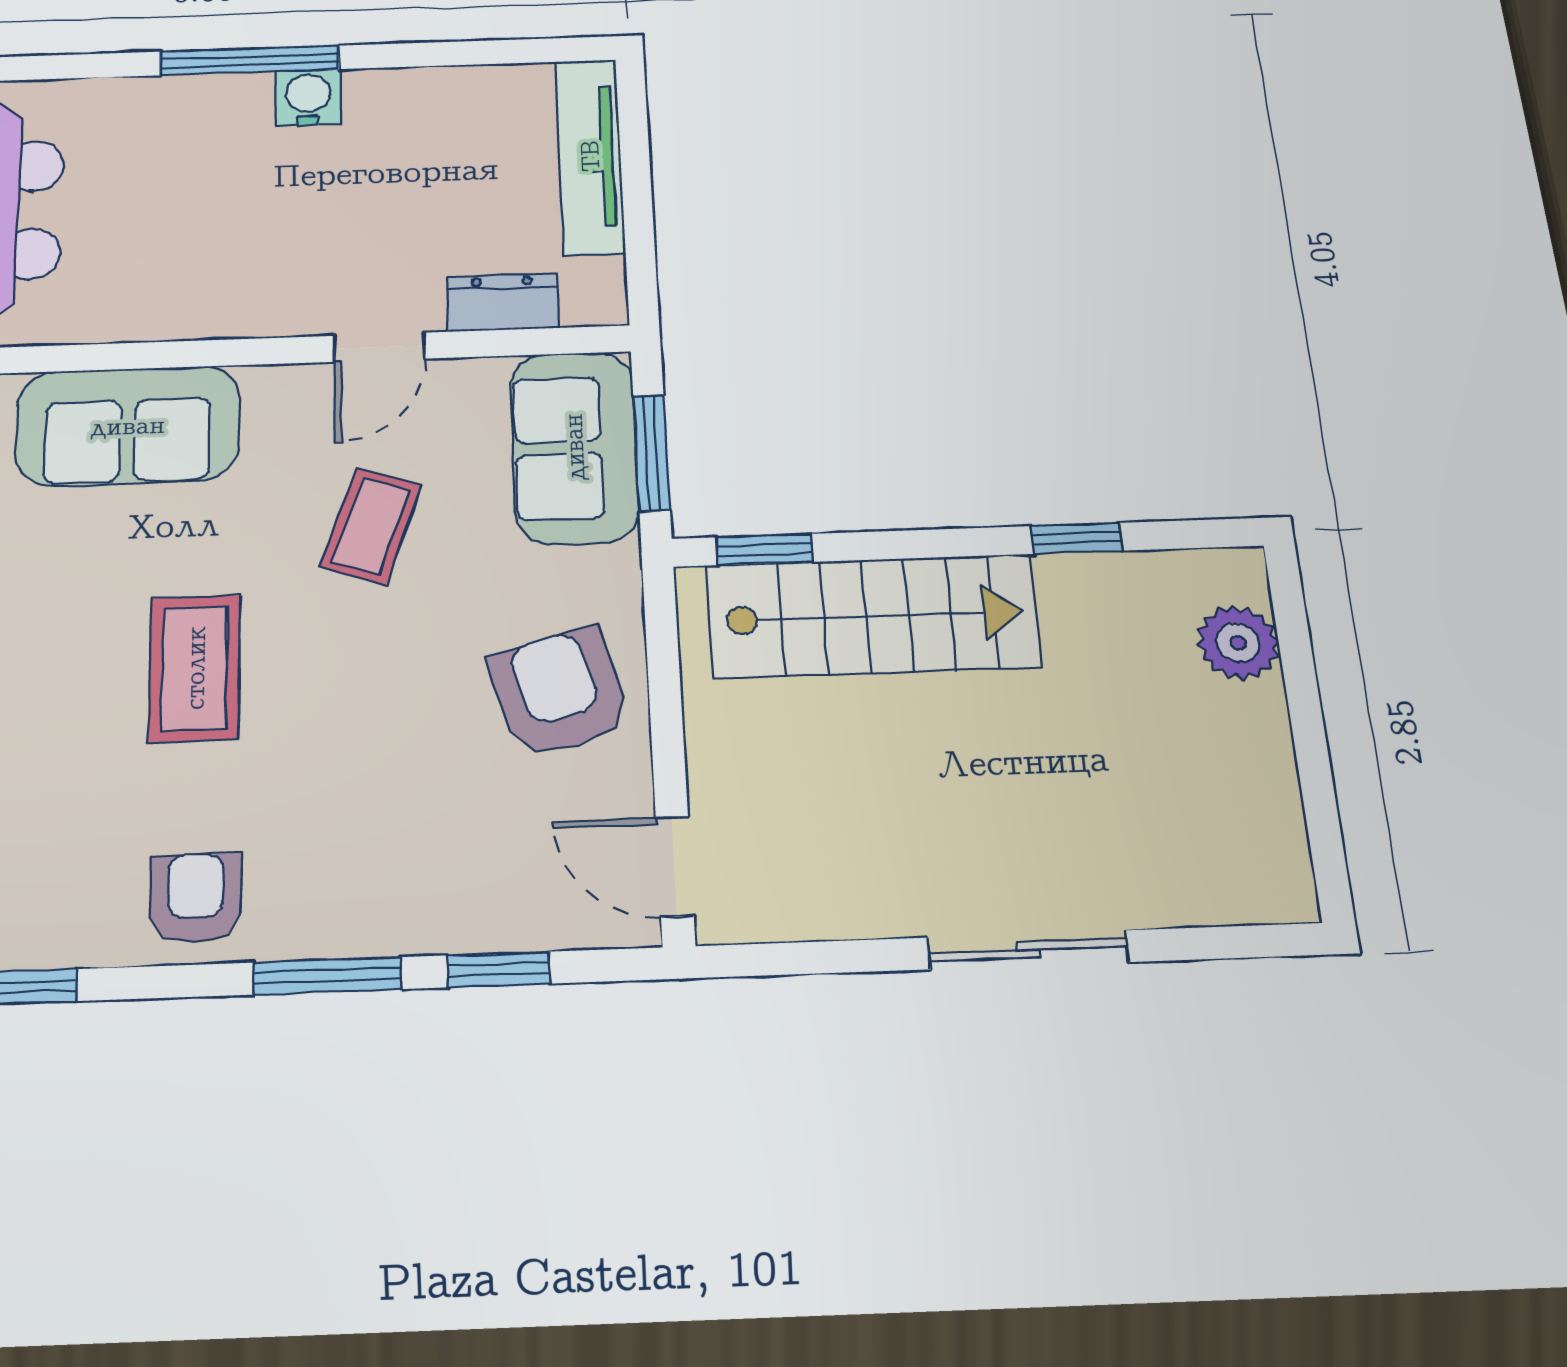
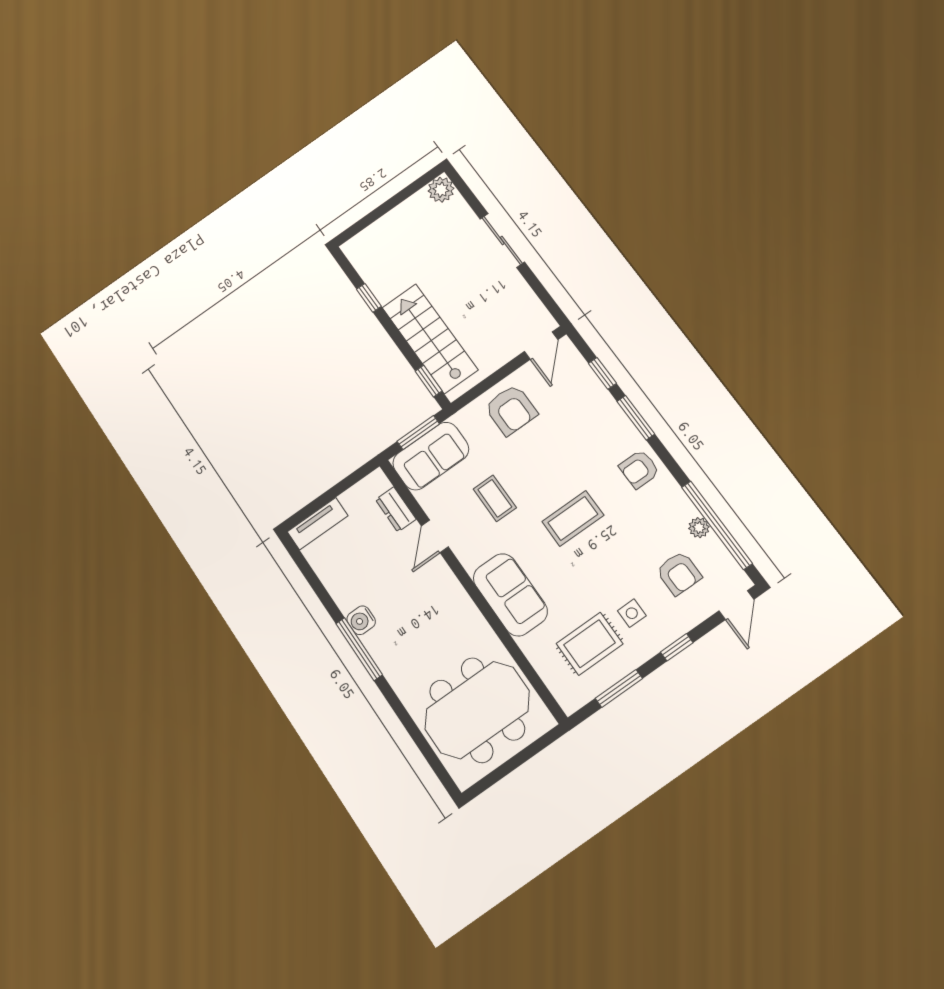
tv unit: (590, 156) -> (318, 524), width x0.71
door: (380, 347) -> (435, 536), swing flipped
coffee table: (371, 526) -> (495, 498), turned 71
plant: (1238, 643) -> (441, 190), moved
armchair: (559, 693) -> (511, 410), turned -74

